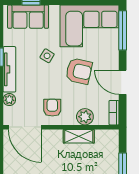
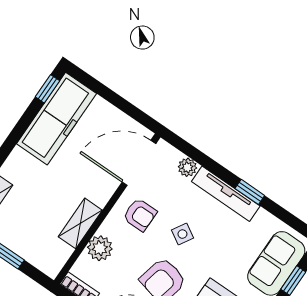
side table: (47, 56) -> (182, 234), moved

